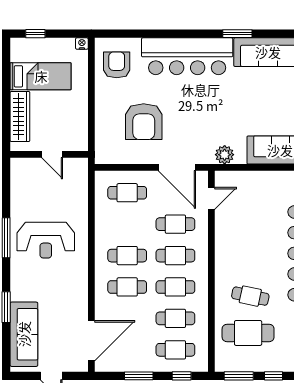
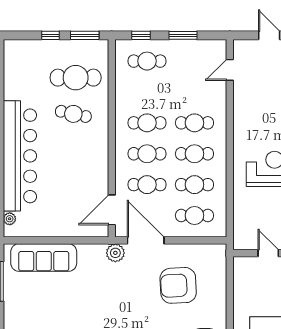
armchair: (144, 122) -> (178, 285), turned -93
plant: (225, 155) -> (115, 253), moved
door: (211, 198) -> (112, 210), width x1.38
cafe table: (175, 318) -> (194, 185), moved
door: (91, 341) -> (230, 70), width x0.53

